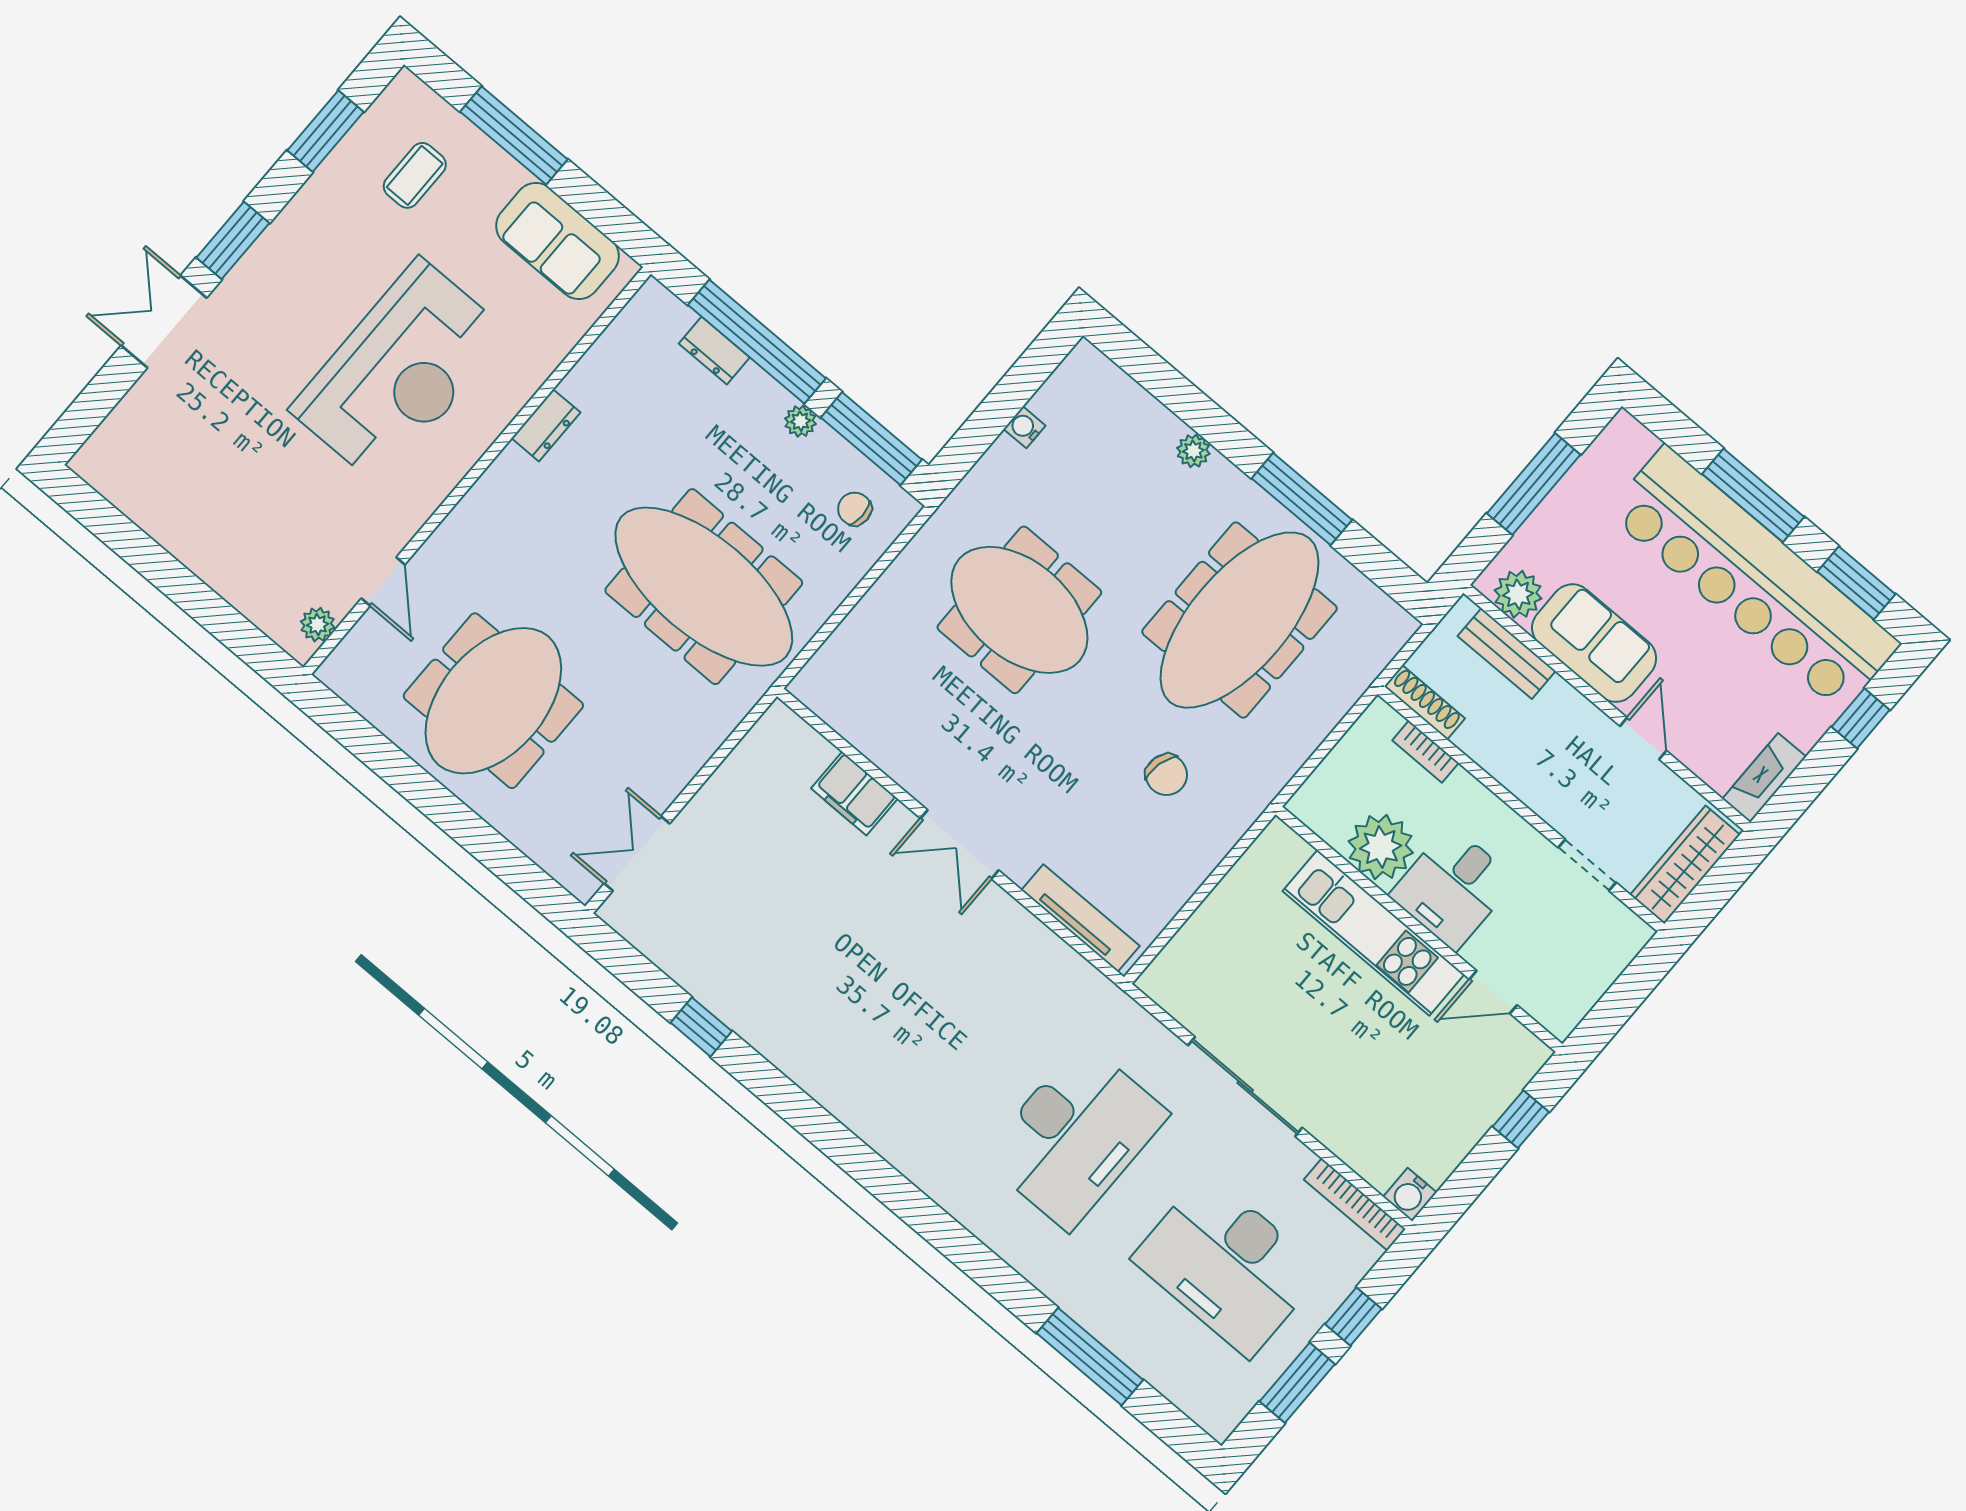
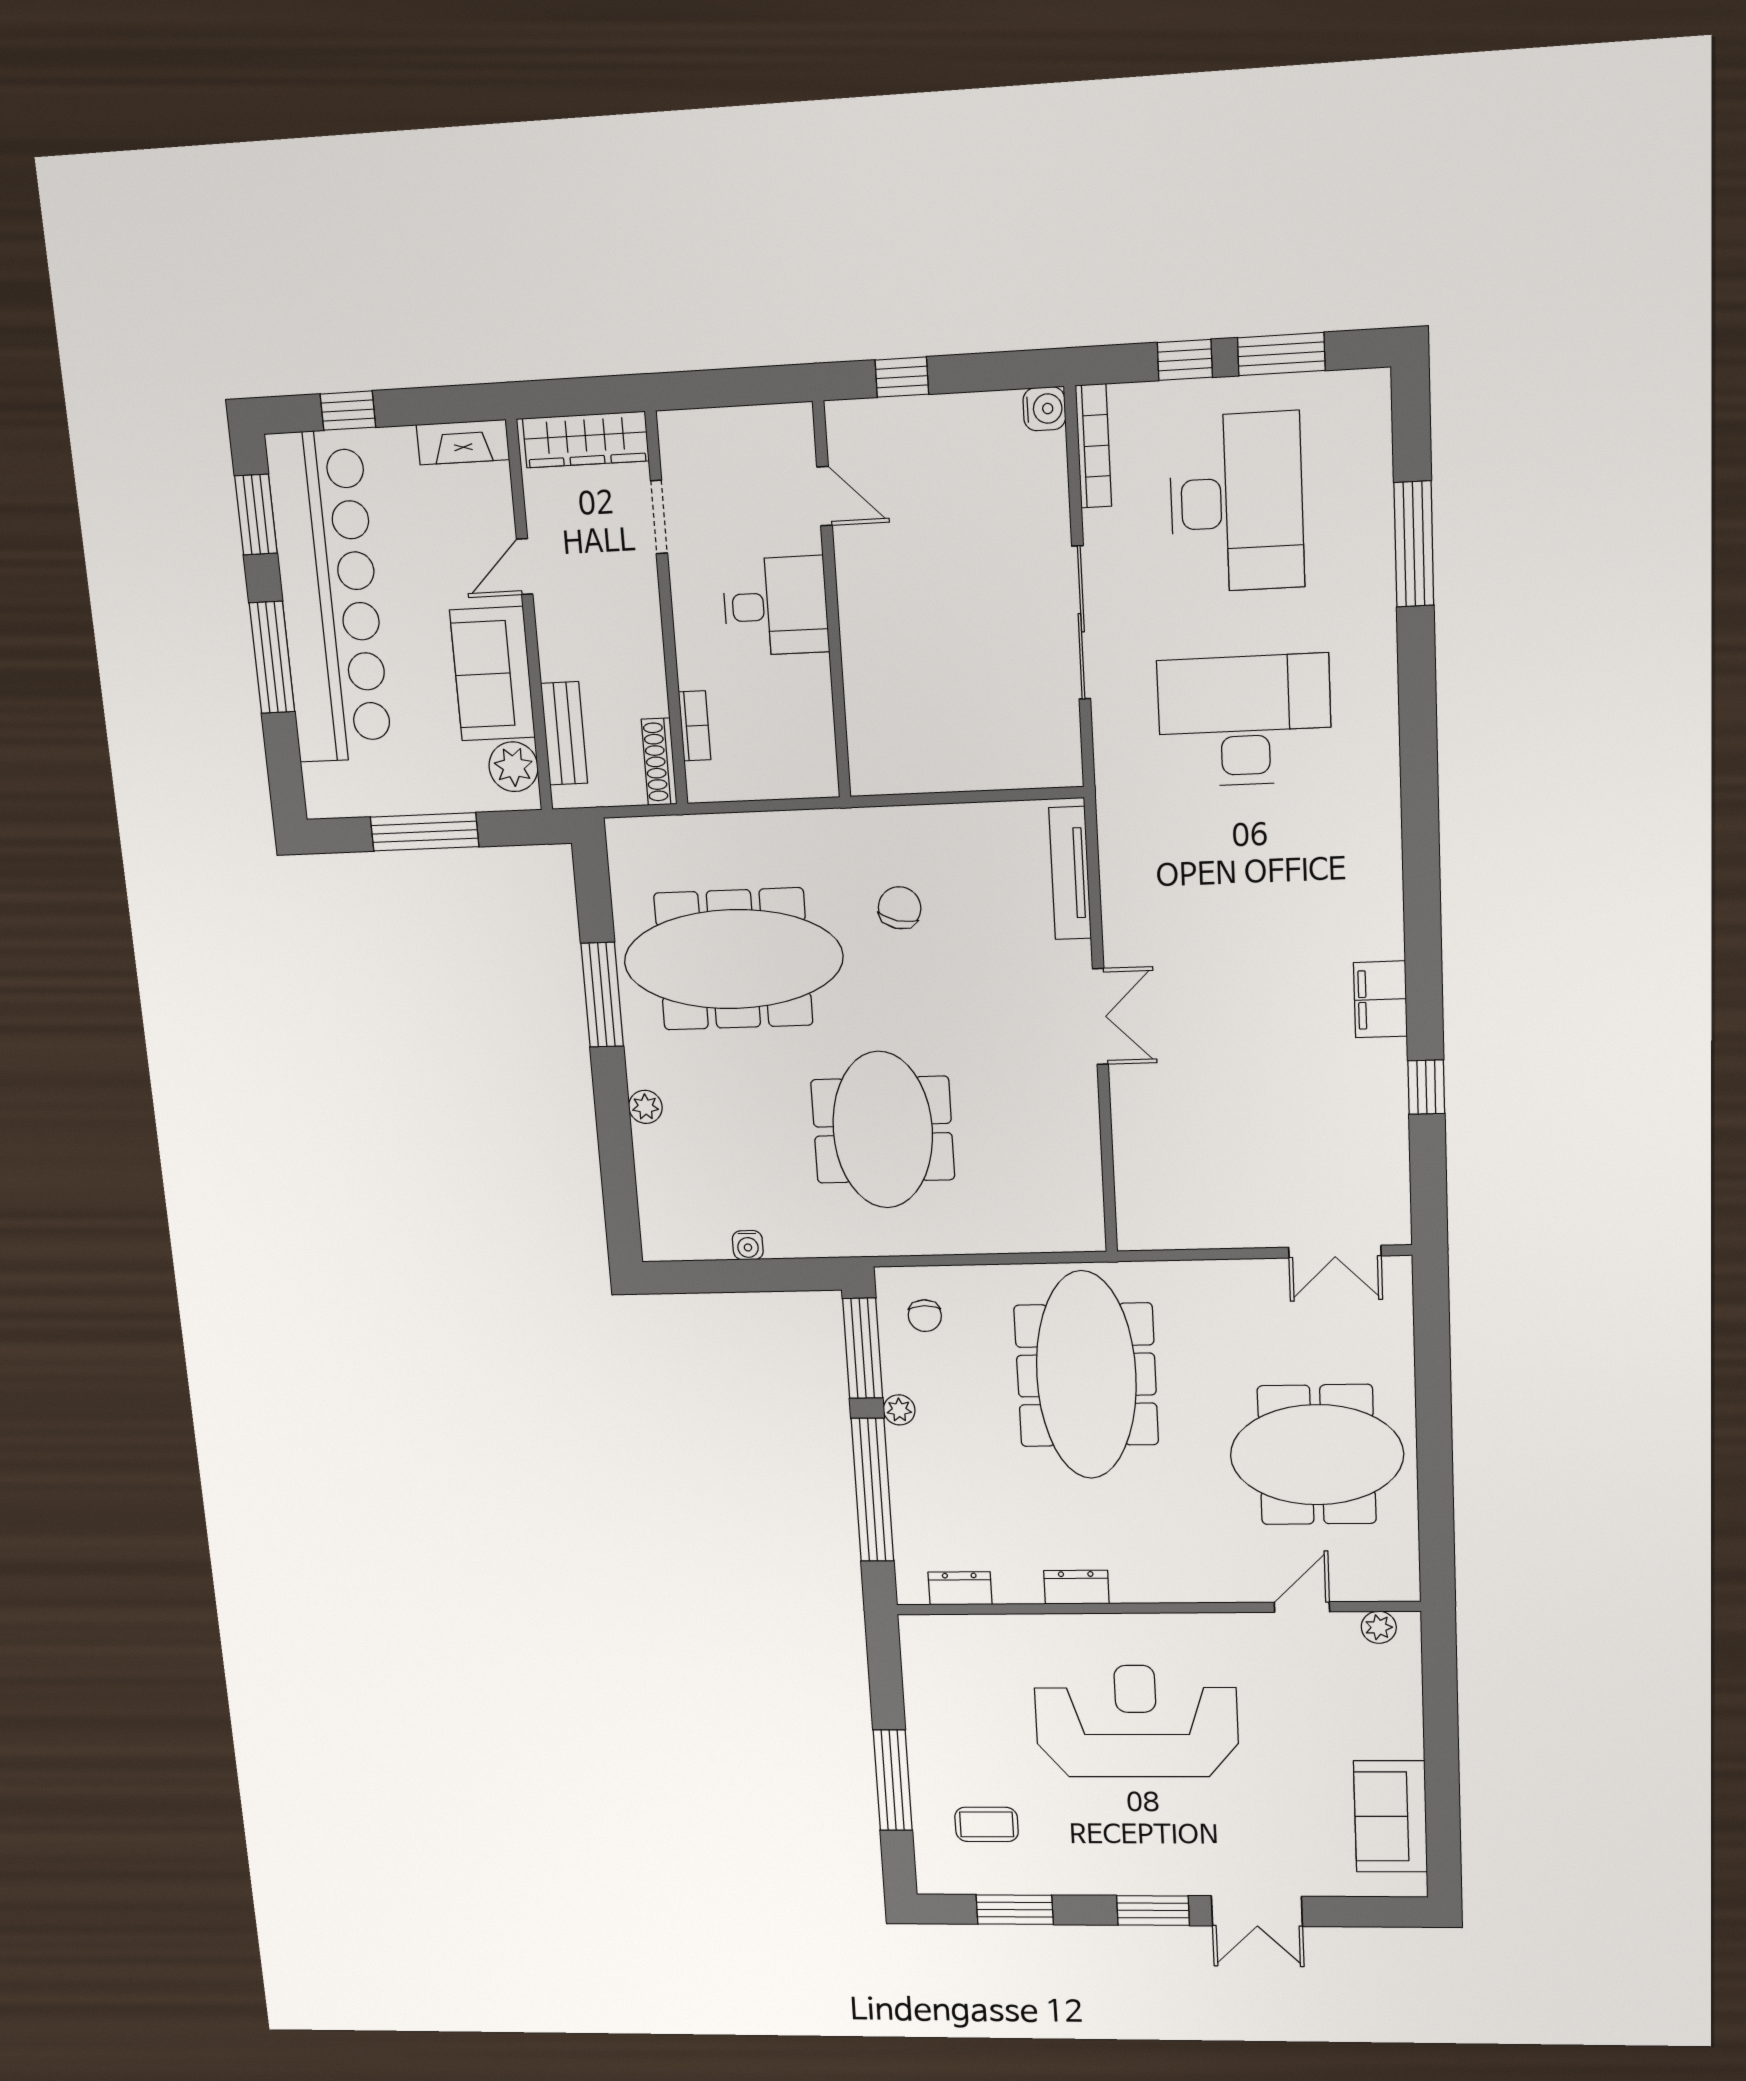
sofa: (557, 241) -> (1391, 1816), moved, turned 180
dresser: (714, 351) -> (960, 1588), moved, turned -90
filing cabinet: (854, 794) -> (1380, 999), moved, turned 180
plant: (1381, 847) -> (798, 692), removed
kitchen unit: (1373, 933) -> (868, 635), removed

